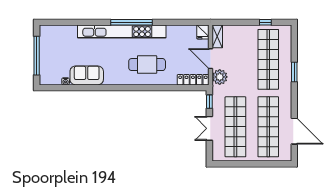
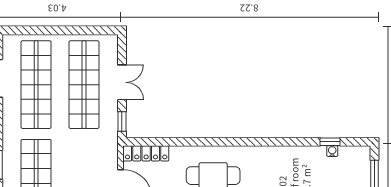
sofa: (87, 75) -> (301, 160), removed
plant: (220, 77) -> (107, 157), removed
window: (67, 88) -> (330, 142), added

